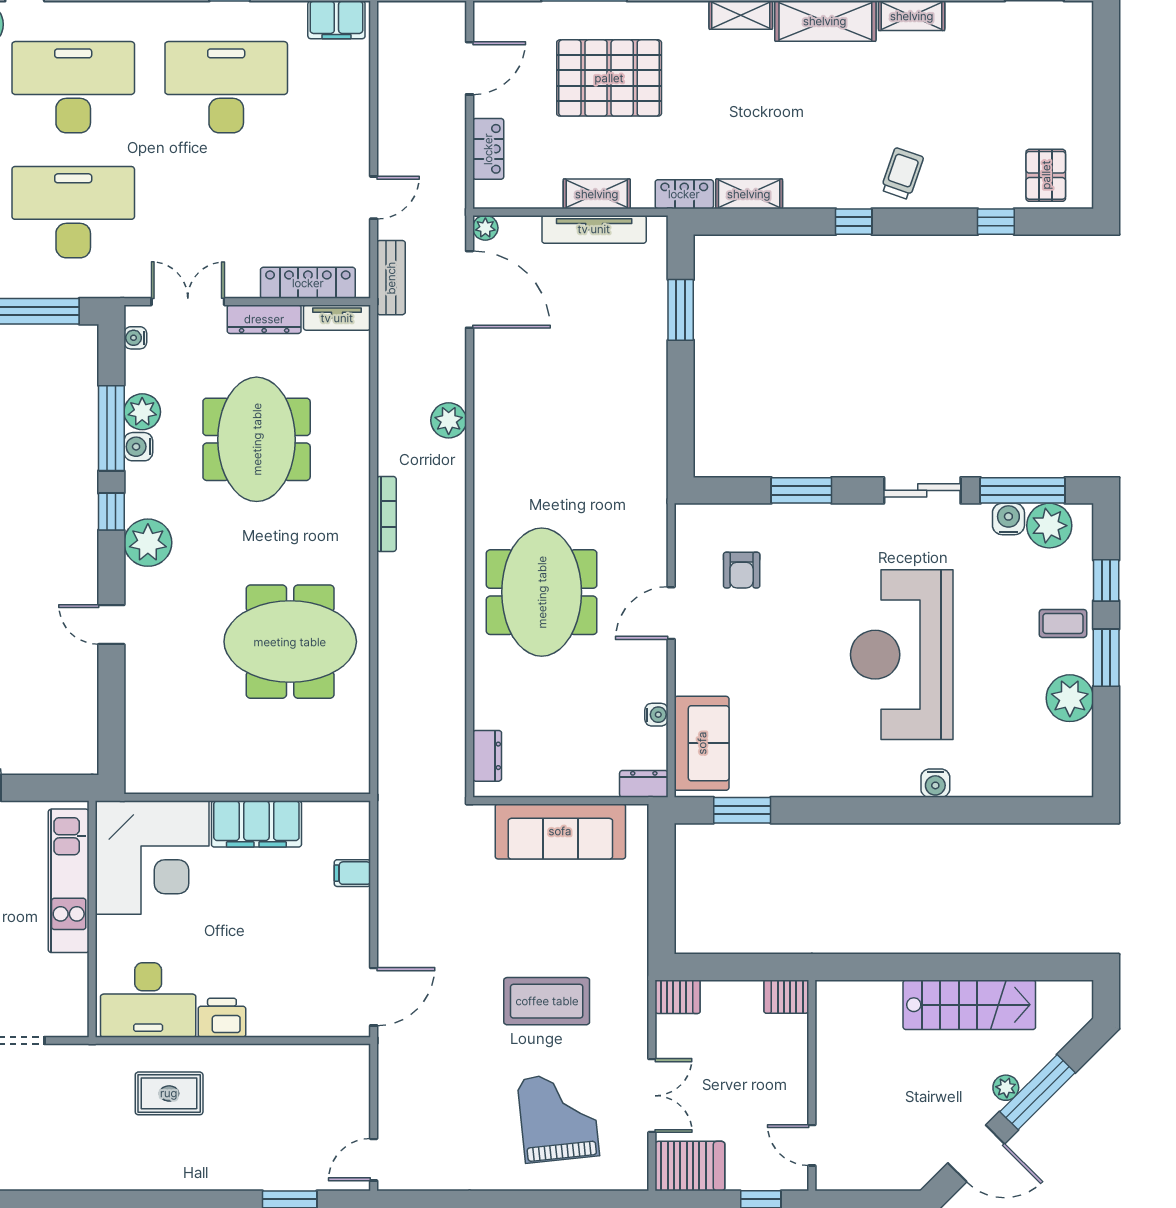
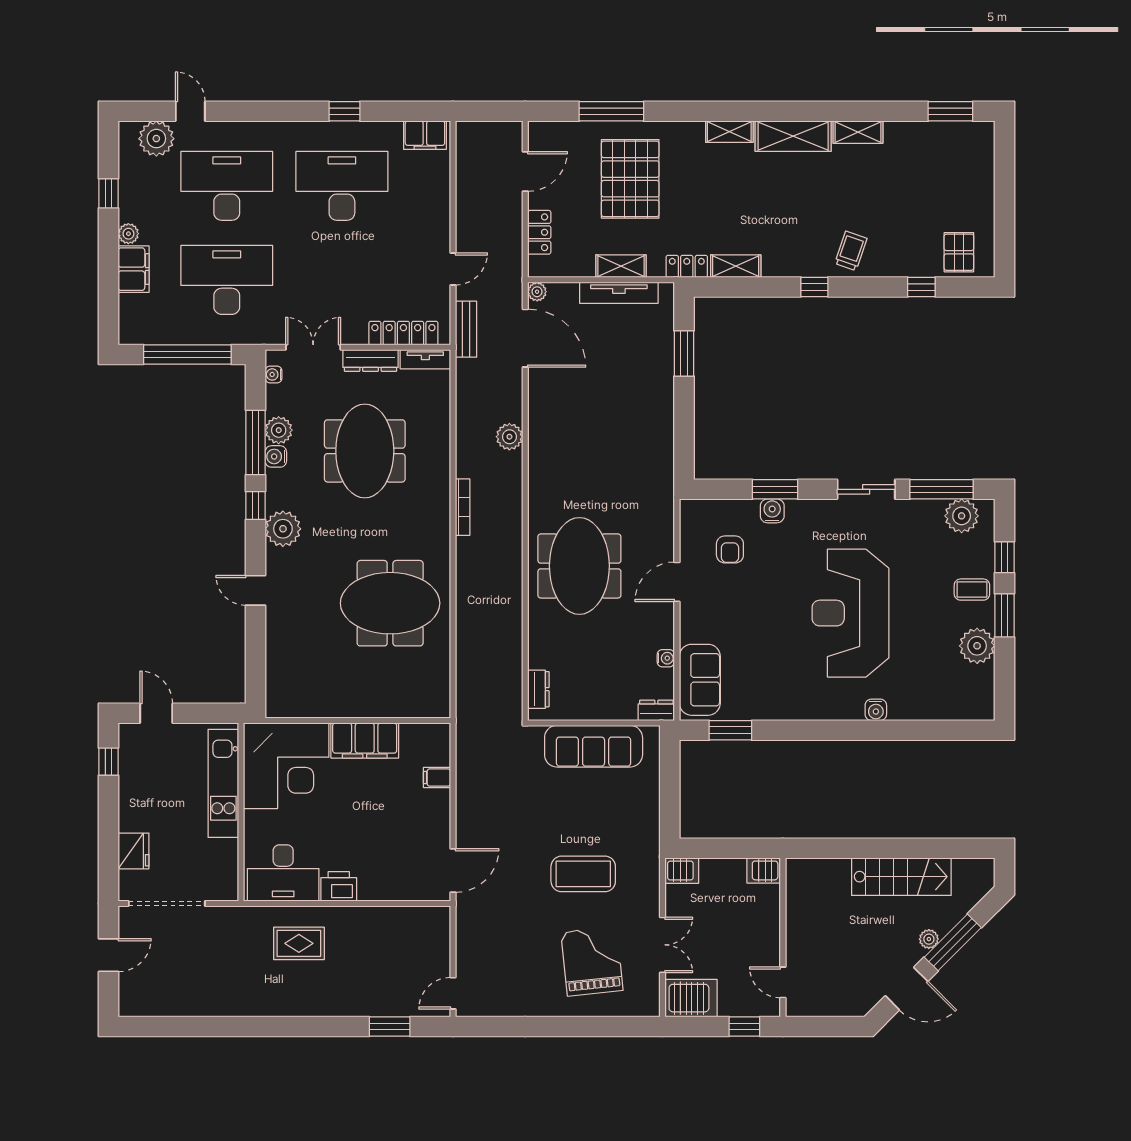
pallet: (609, 78) -> (630, 179), turned 90
water cooler: (1008, 519) -> (772, 511), moved

